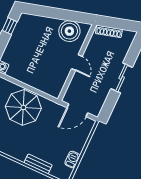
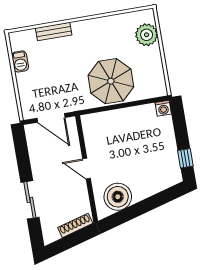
sliding door: (122, 78) -> (30, 200), moved
door: (77, 110) -> (51, 118), swing flipped

